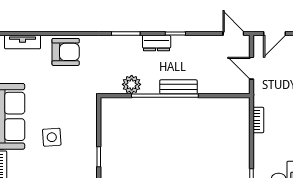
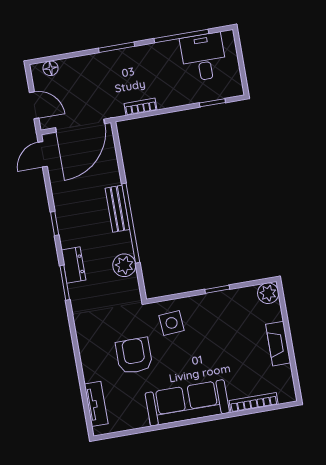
dresser: (157, 43) -> (73, 265), moved
armchair: (66, 52) -> (134, 356), moved
door: (252, 68) -> (80, 126), width x1.87
side table: (52, 137) -> (172, 323), moved

